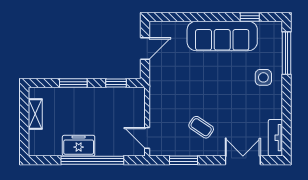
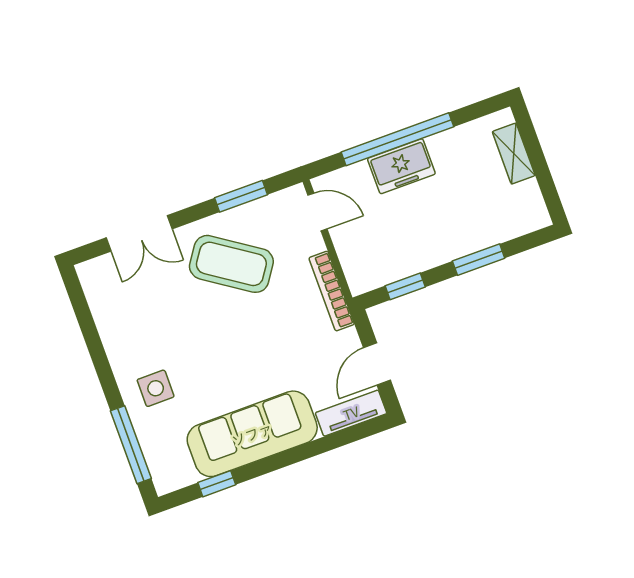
bookcase: (155, 94) -> (332, 291), added
shelving: (35, 114) -> (514, 154), moved
coffee table: (201, 127) -> (231, 264), width x1.86, depth x1.72
tv unit: (275, 138) -> (351, 413), moved, turned -90
freezer: (79, 146) -> (401, 166), moved

